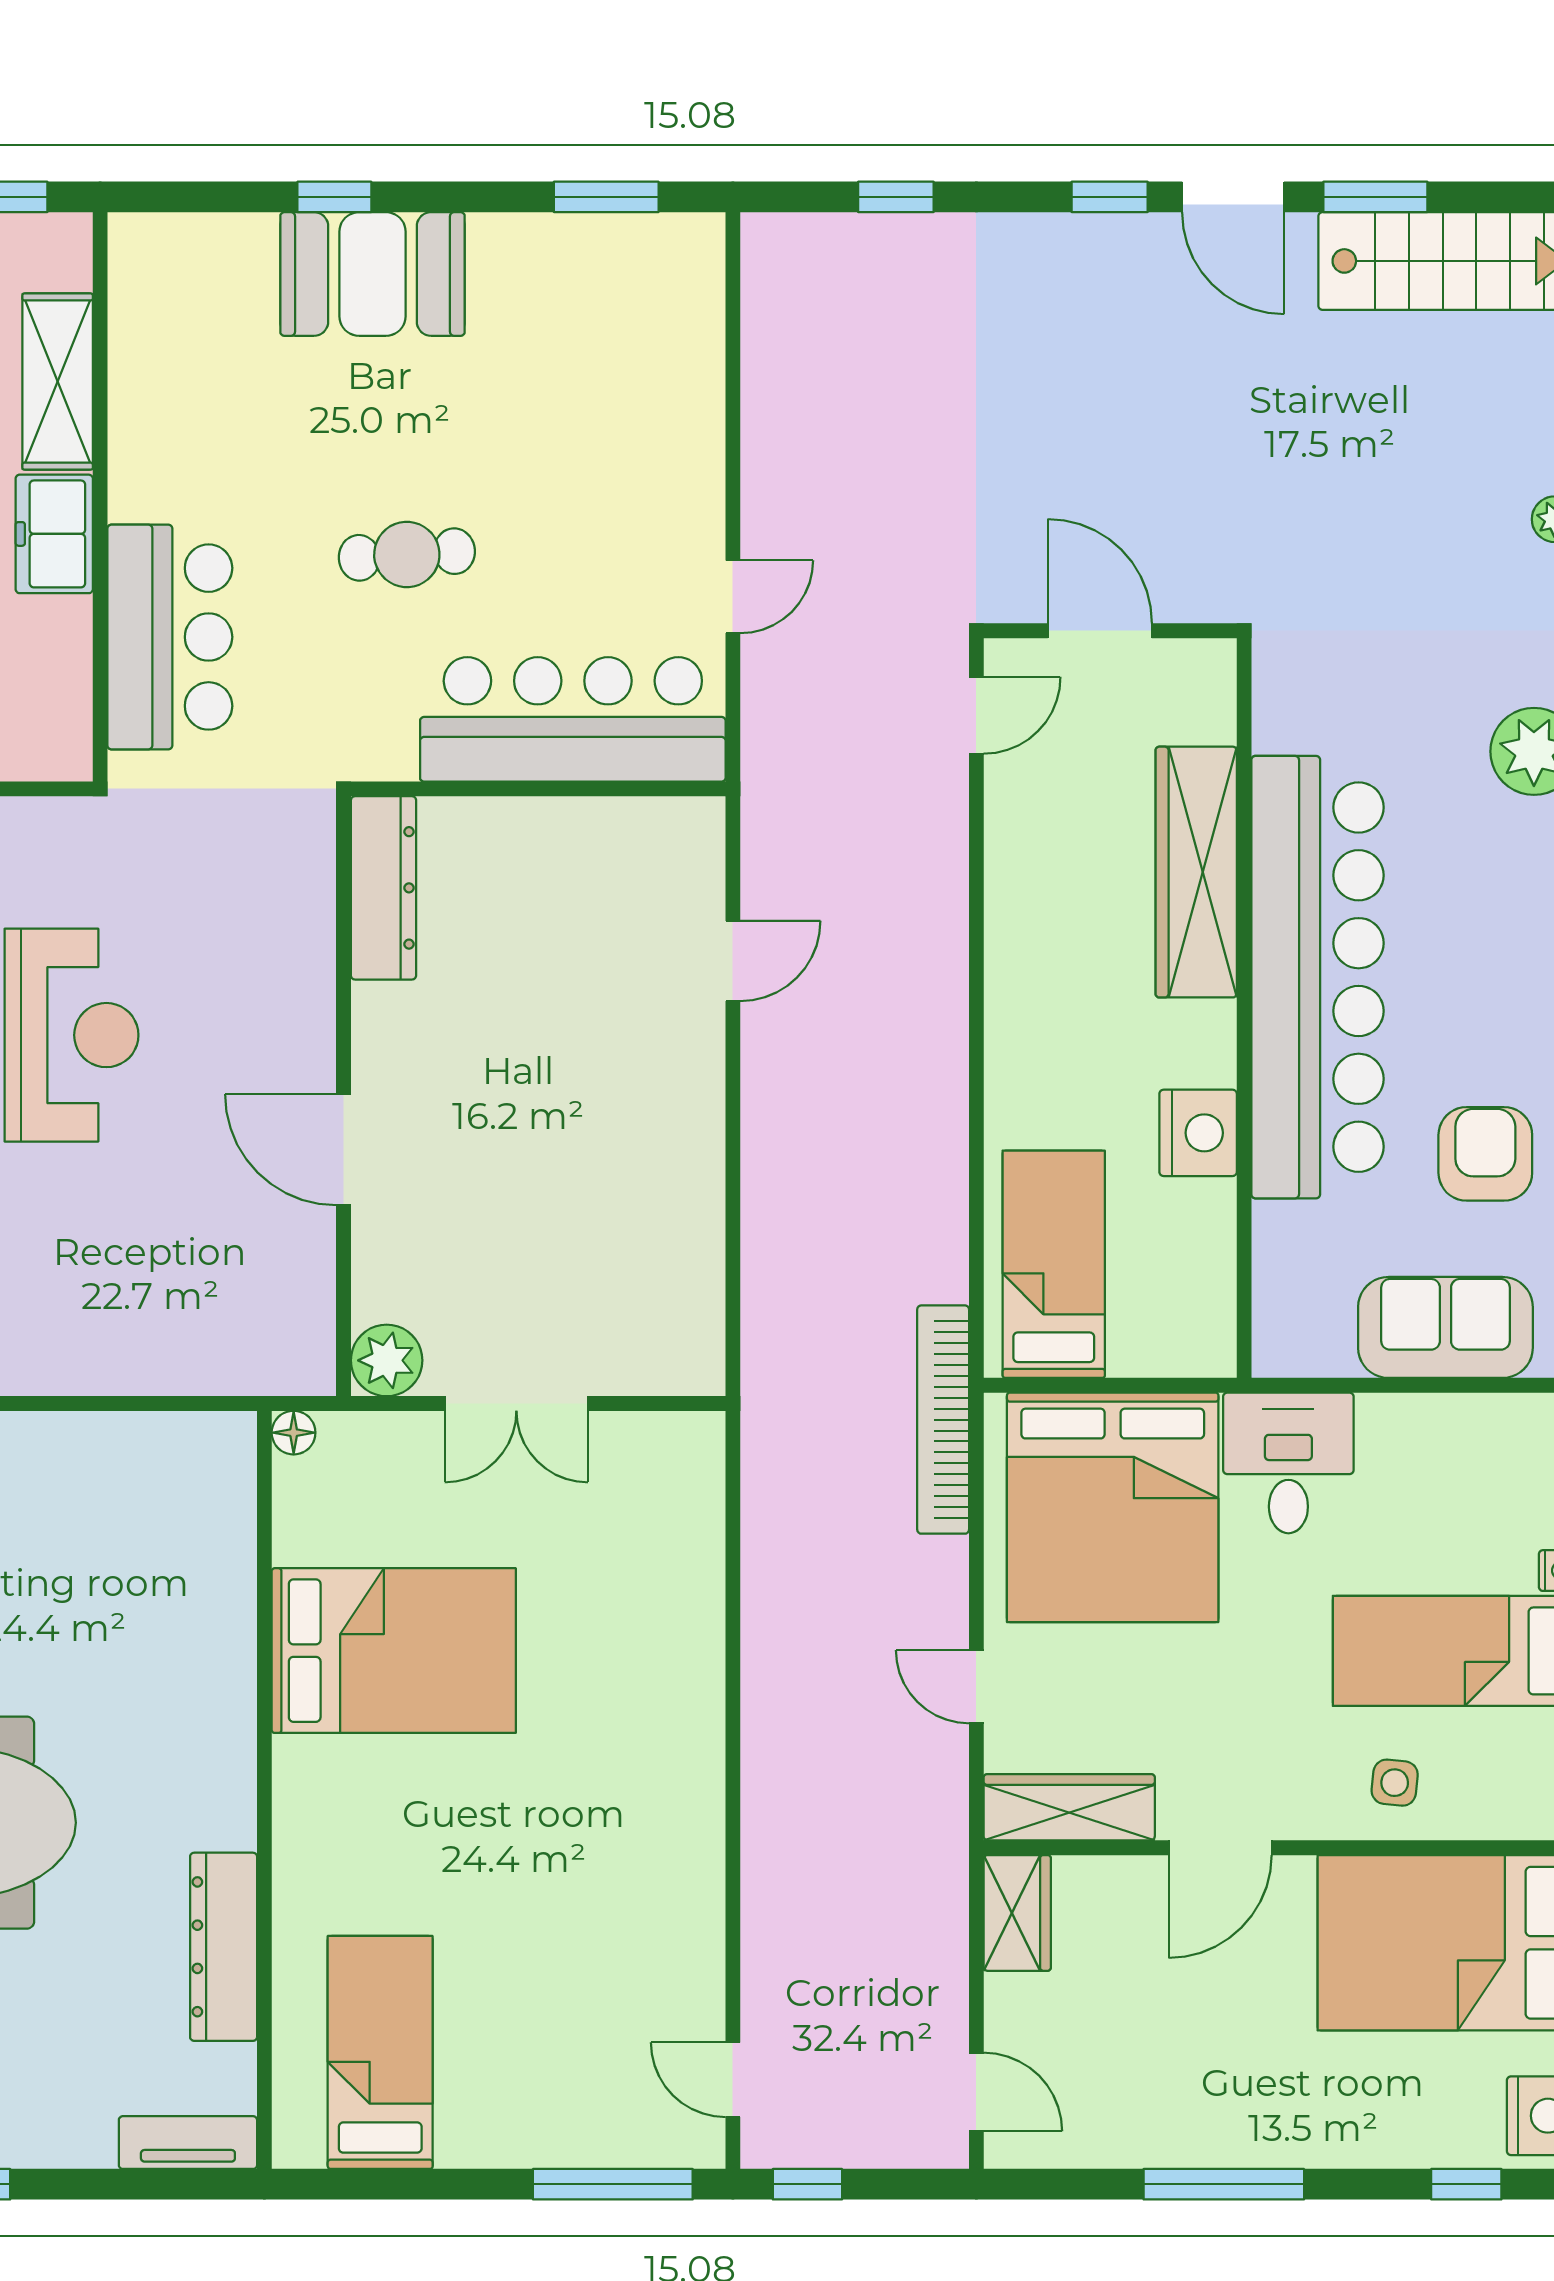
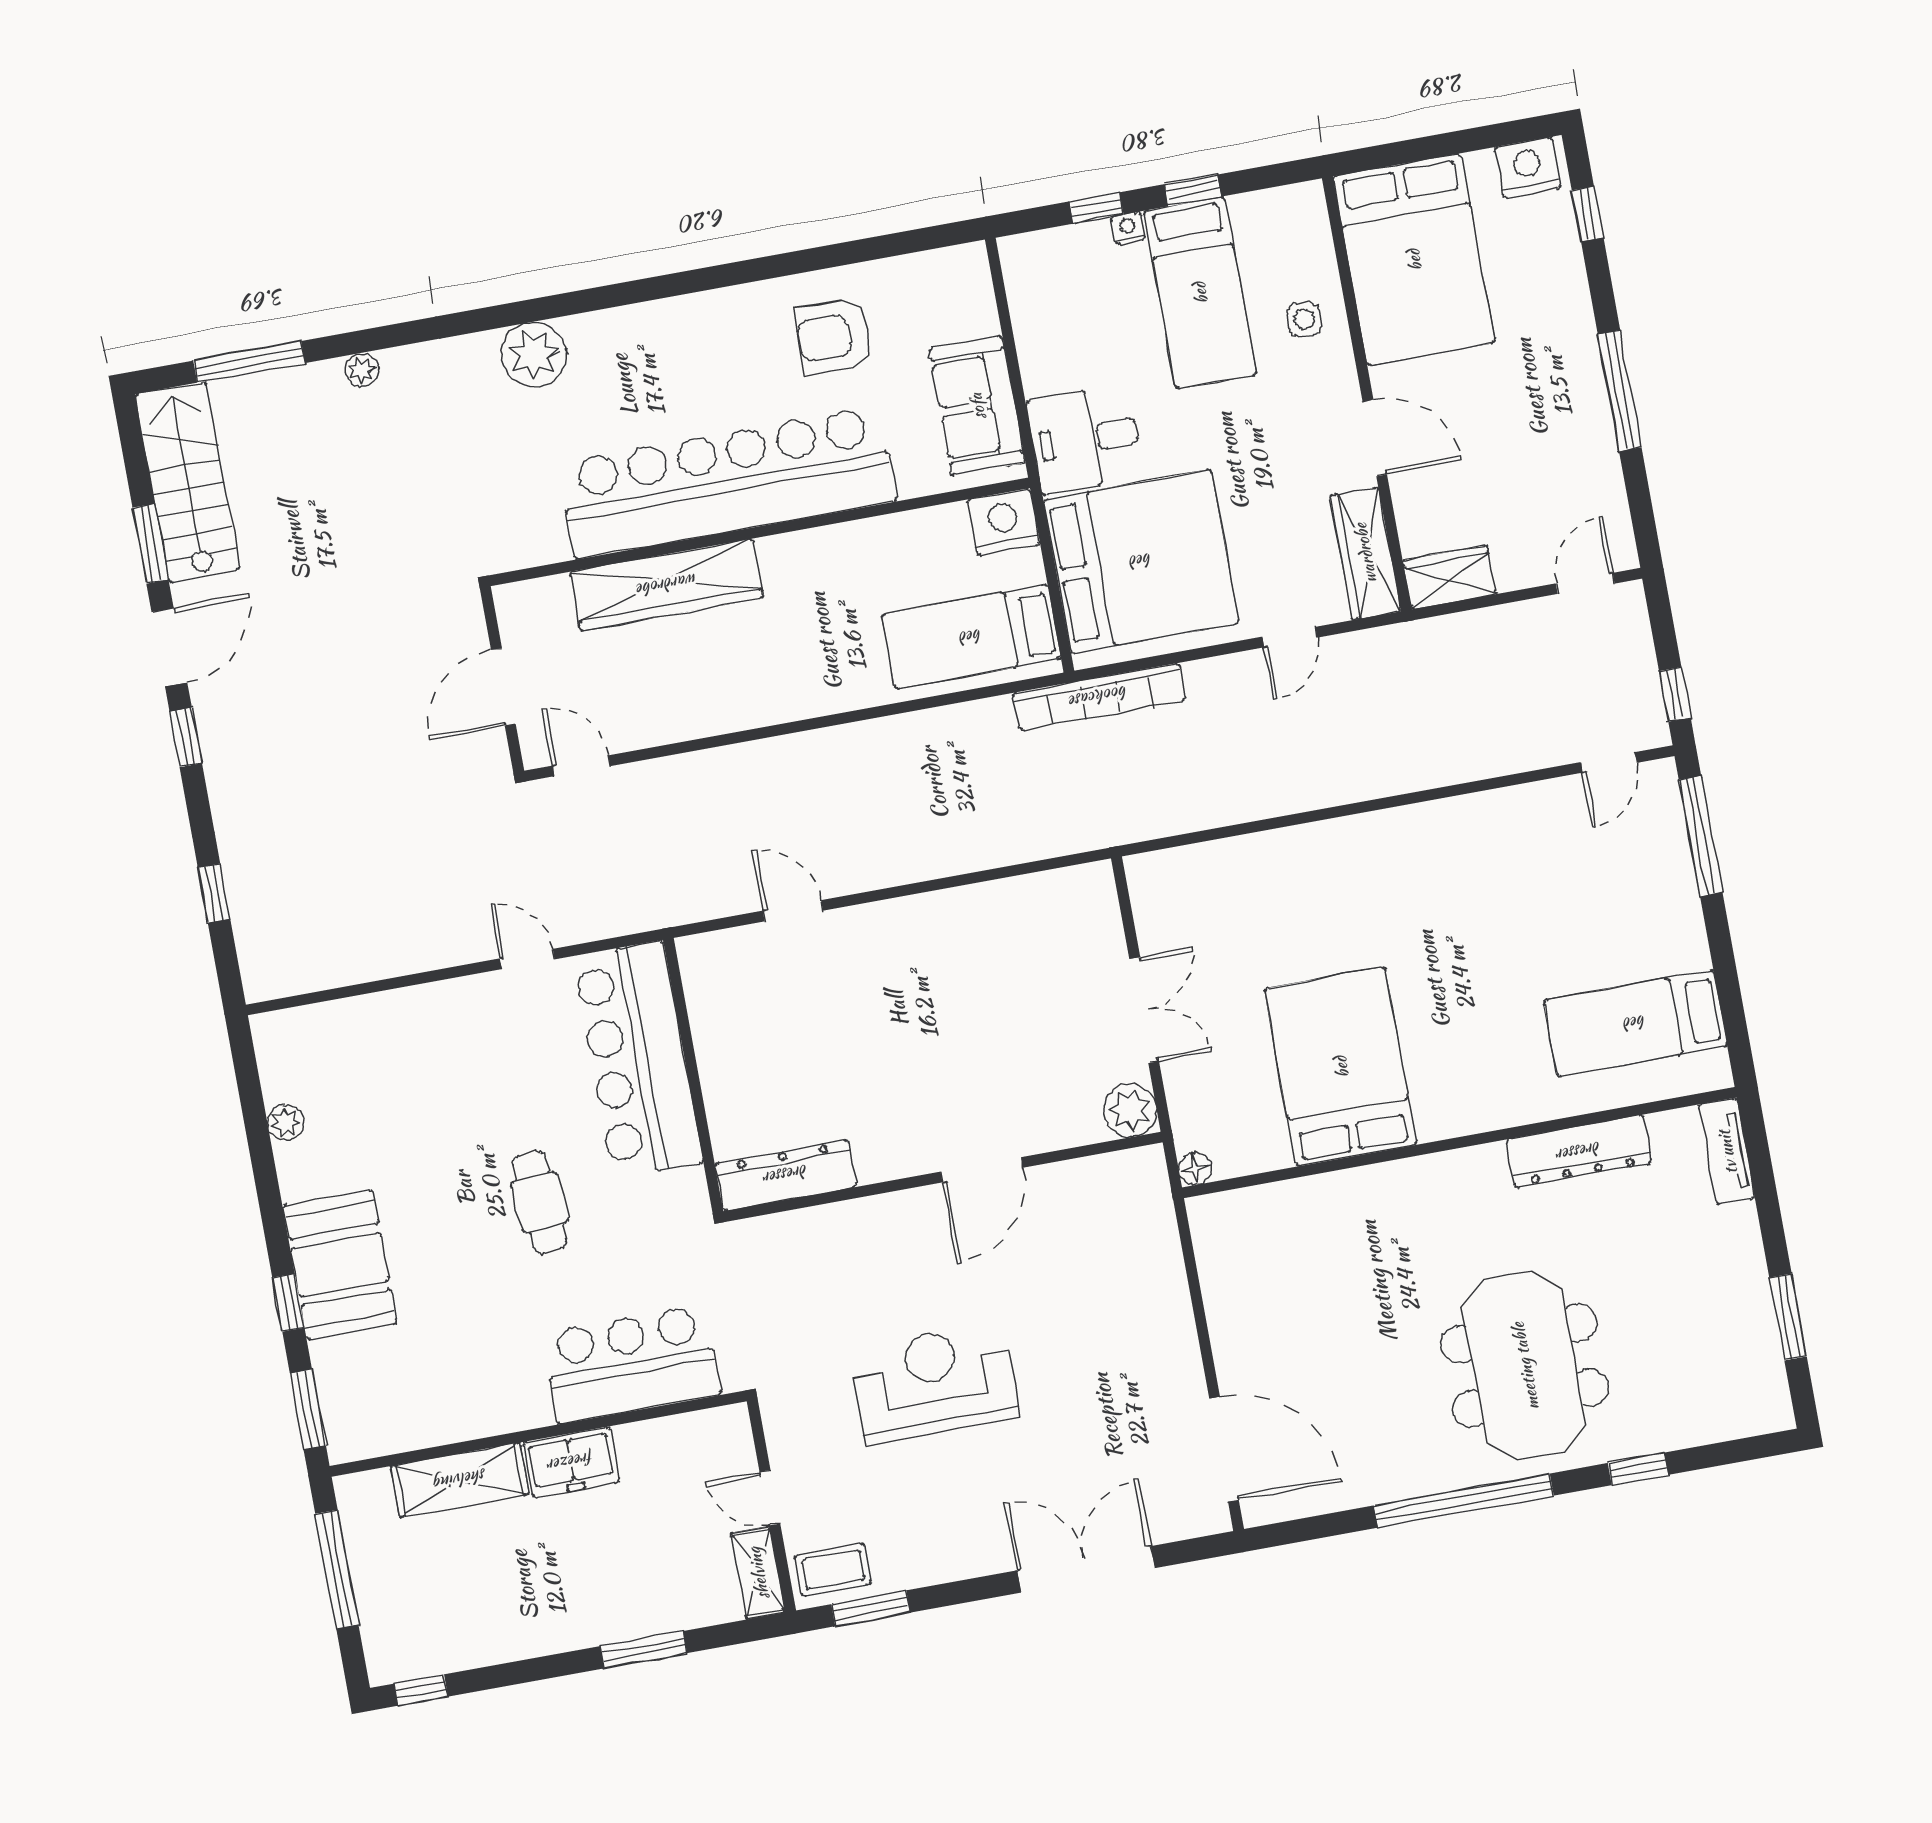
window: (606, 197) -> (308, 1409), moved
plant: (574, 236) -> (285, 1123), added
nightstand: (1198, 1133) -> (1004, 522), moved
sofa: (1445, 1327) -> (977, 406), moved

